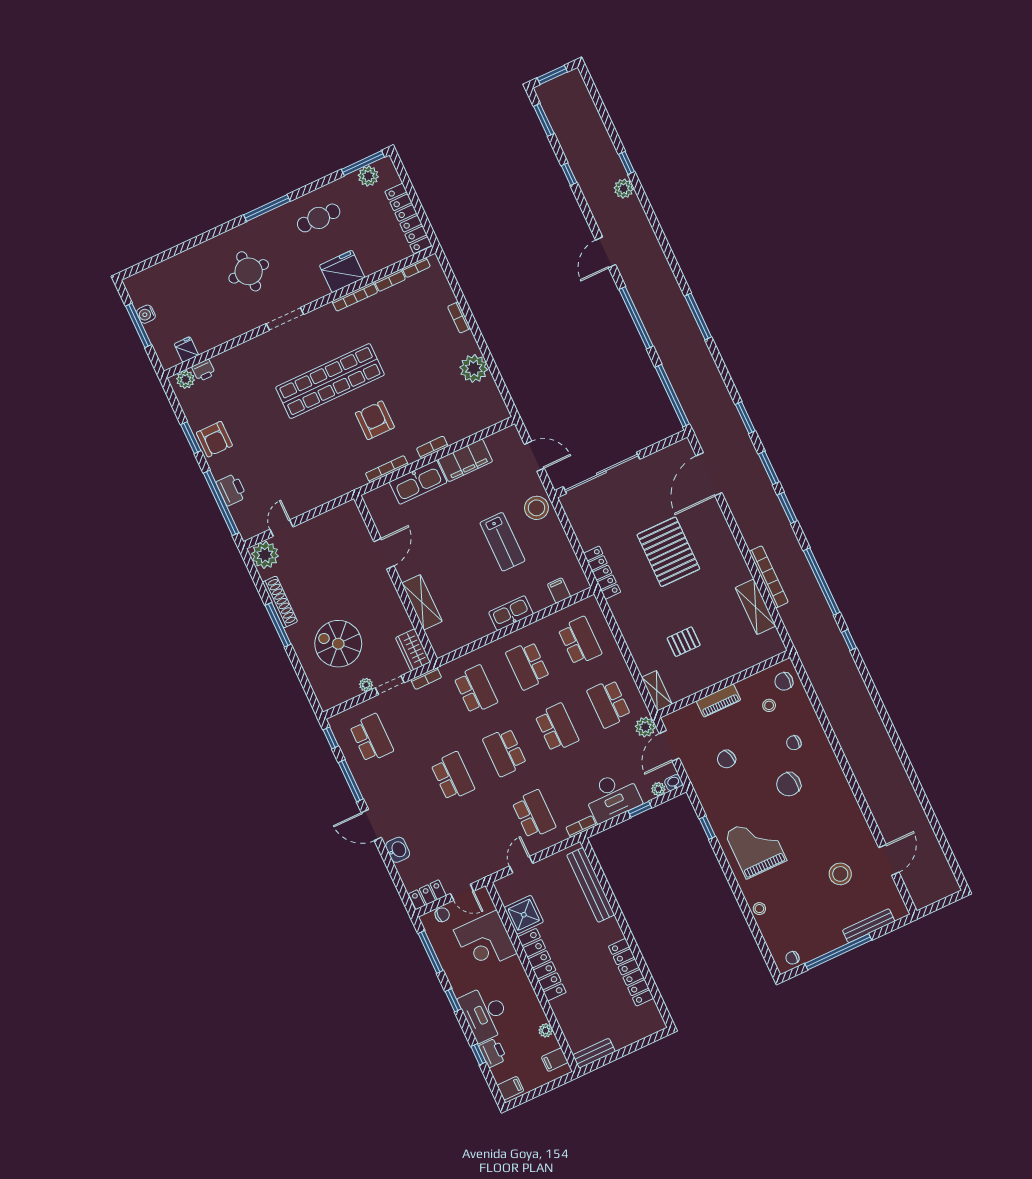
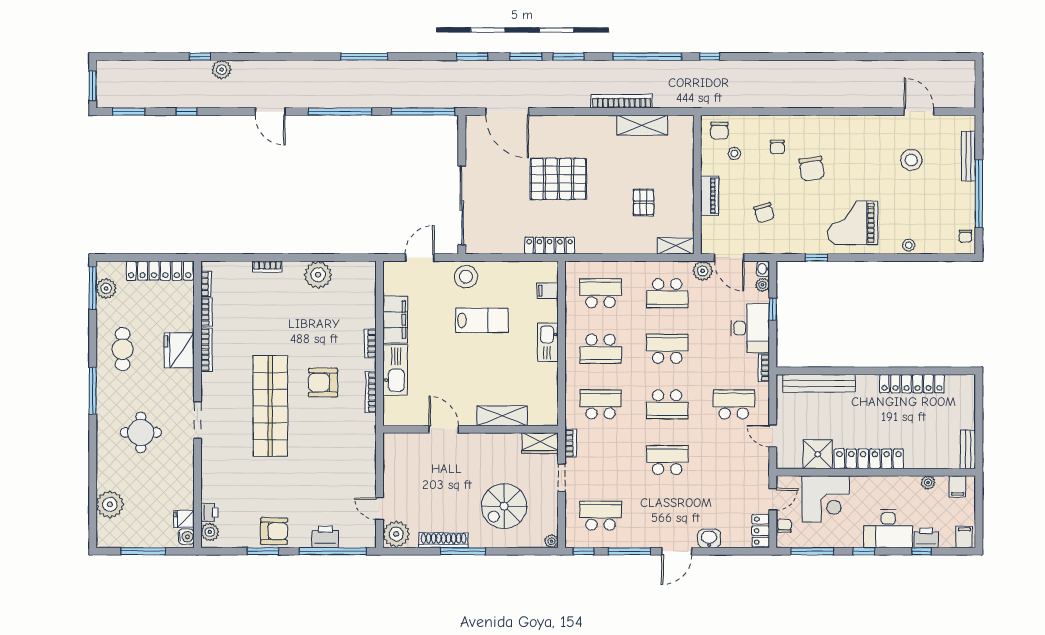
plant: (168, 274) -> (110, 504), added
water cooler: (146, 314) -> (186, 537), moved, turned -90
plant: (366, 685) -> (551, 541), moved

